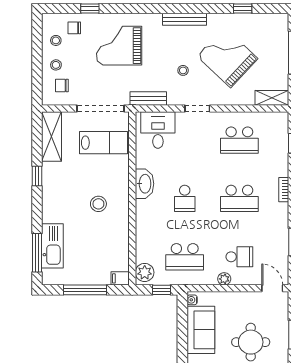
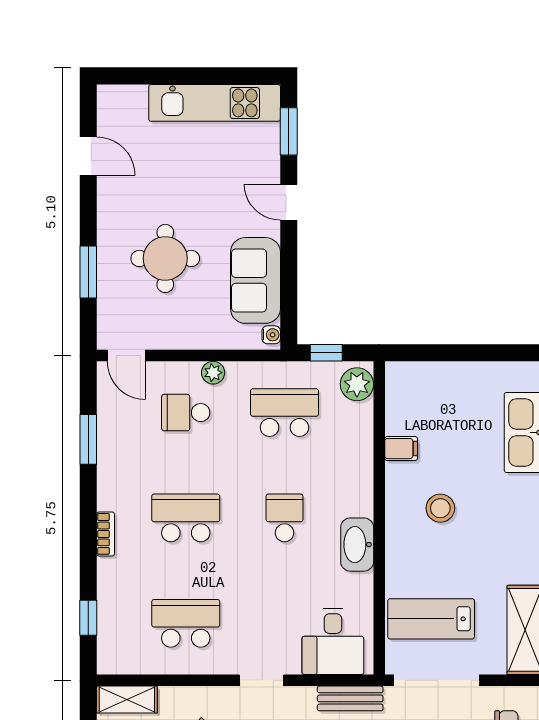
filing cabinet: (120, 278) -> (401, 449), moved
window: (85, 290) -> (465, 353), removed

